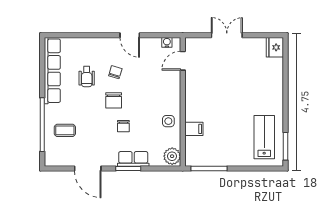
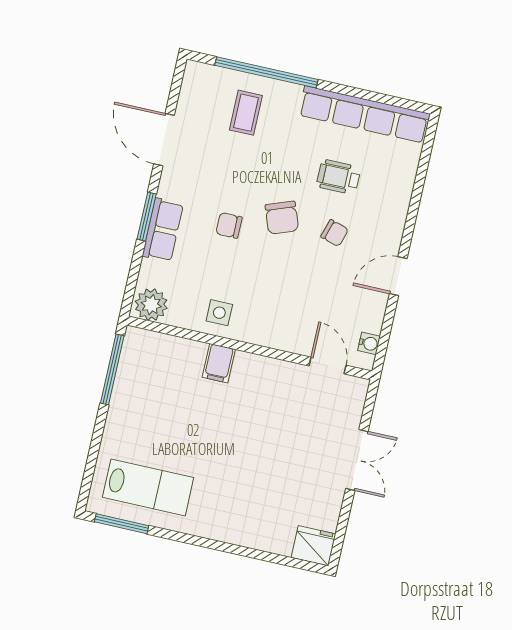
chair: (114, 100) -> (282, 218), turned -110
filing cabinet: (194, 129) -> (219, 363), moved
door: (88, 168) -> (164, 140), hinge flipped

